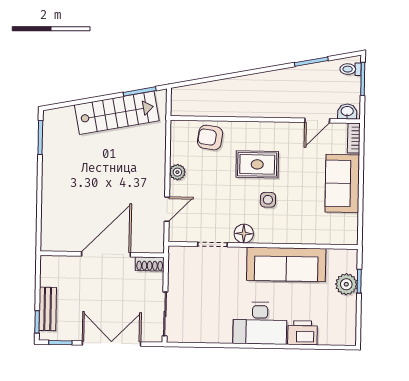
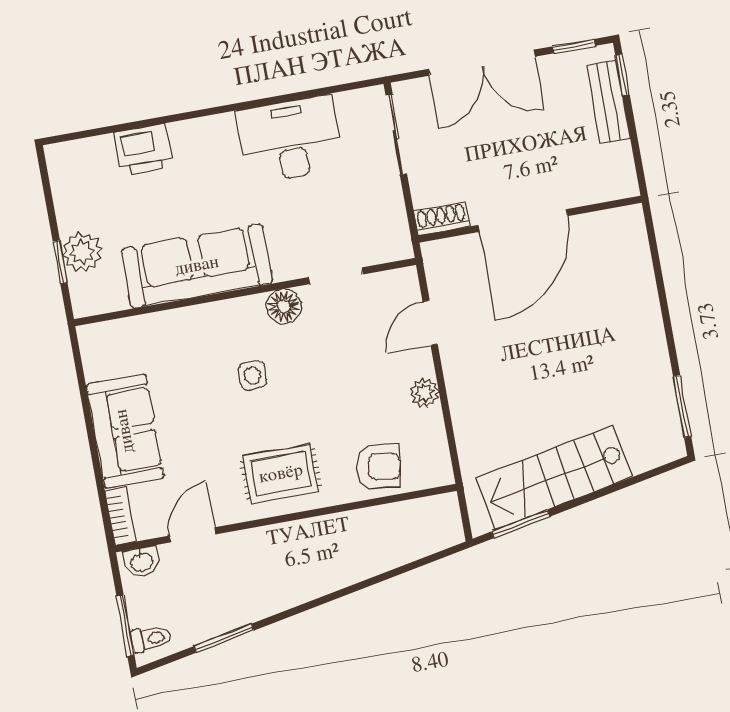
rug: (257, 164) -> (281, 474), moved
desk: (260, 323) -> (291, 140), moved

